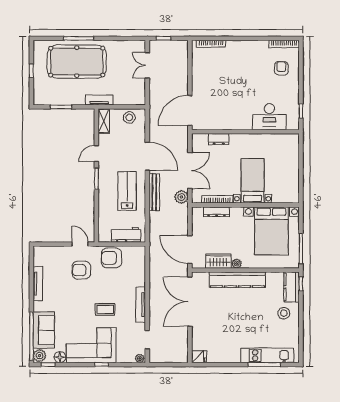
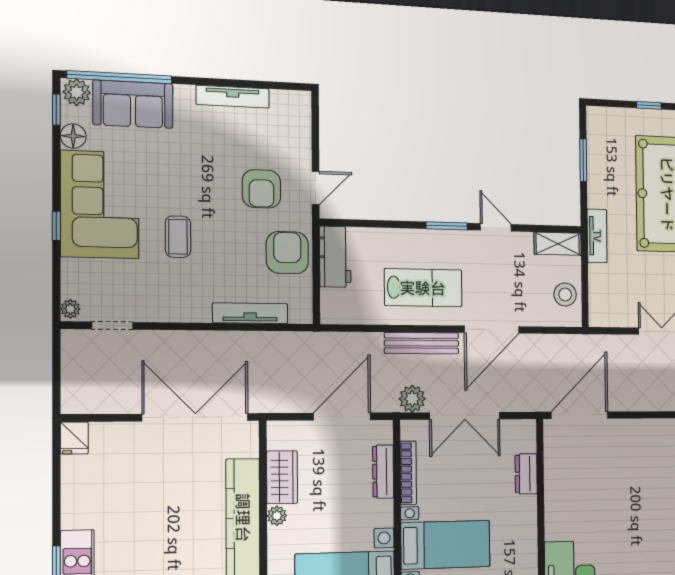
door: (190, 111) -> (580, 415), hinge flipped
workbench: (126, 235) -> (335, 257), moved
door: (190, 250) -> (342, 417), moved
armchair: (81, 270) -> (261, 189), turned 180
tv unit: (141, 305) -> (250, 313), moved

